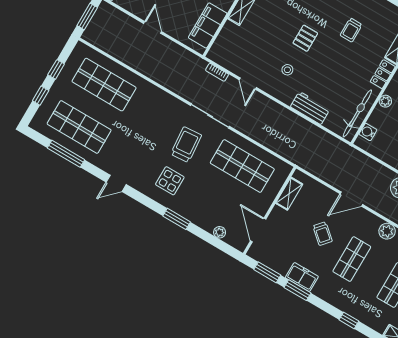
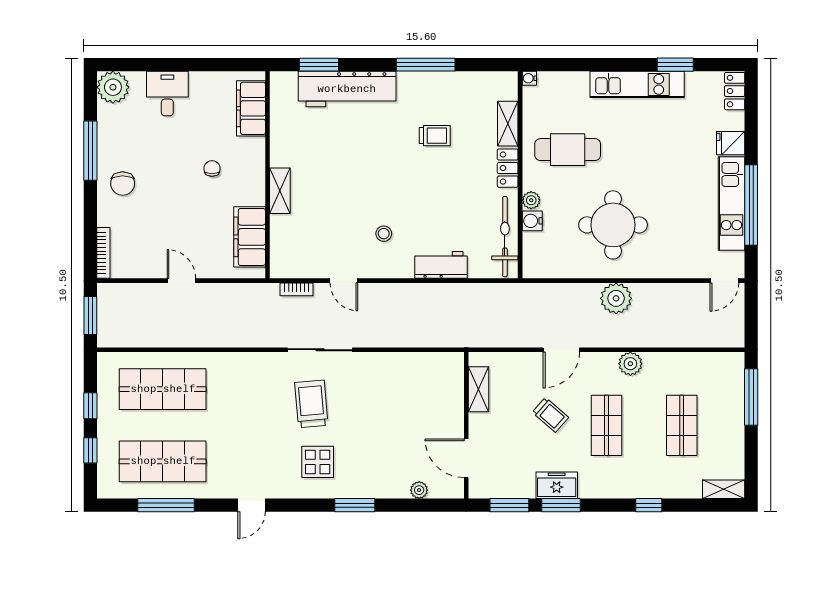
trolley: (351, 30) -> (435, 136), turned -90
pallet: (305, 38) -> (383, 180), removed
water cooler: (368, 132) -> (532, 221), moved
shop shelf: (242, 166) -> (398, 389), removed

